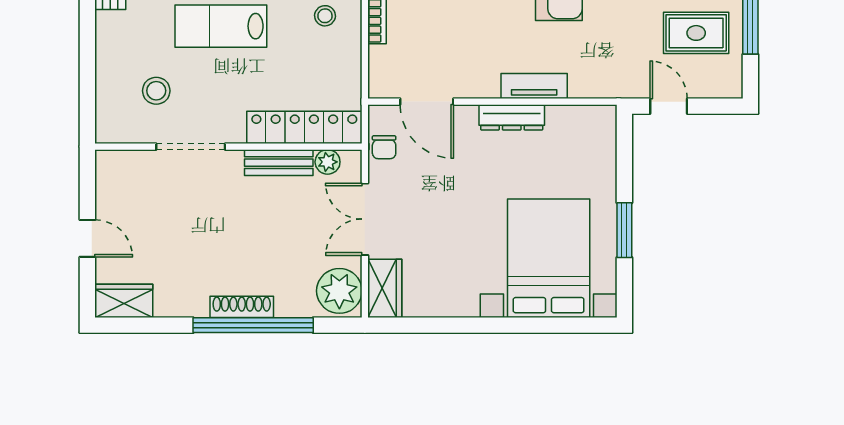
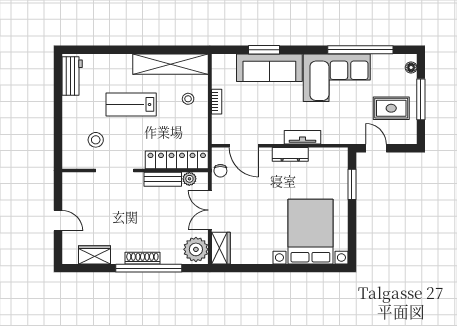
window: (624, 230) -> (352, 184), moved
wardrobe: (124, 301) -> (94, 255), moved

